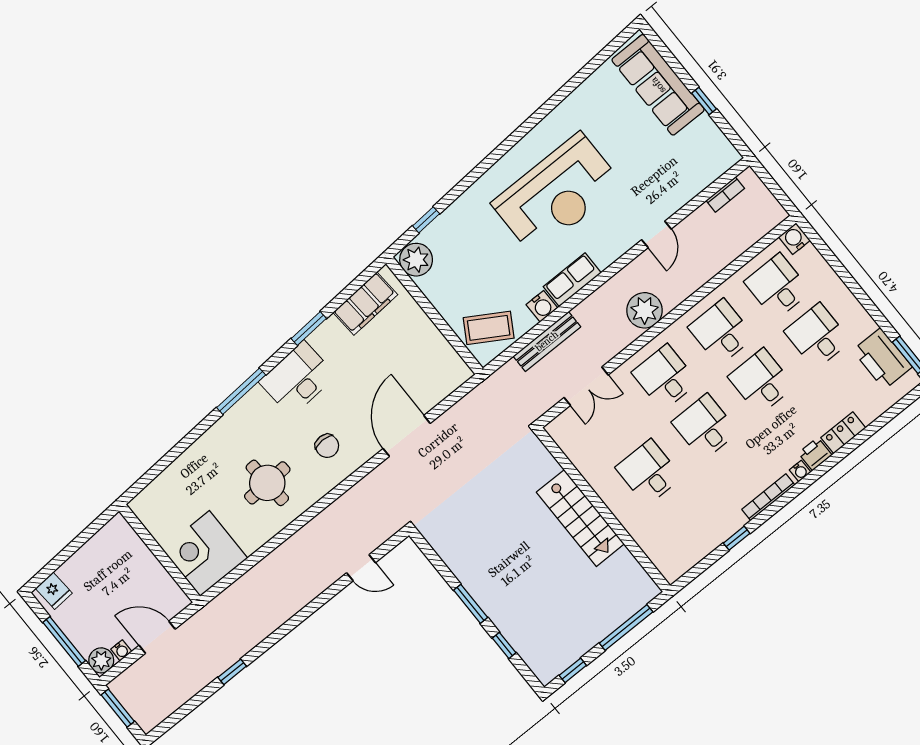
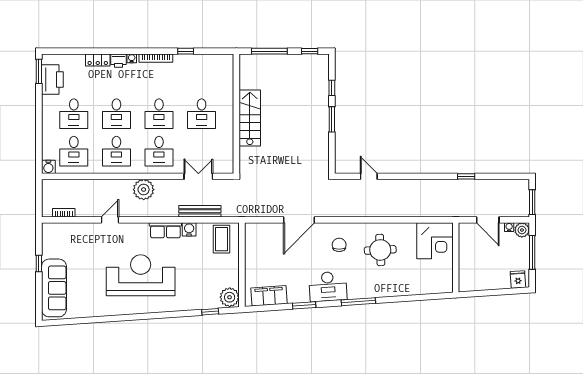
coffee table: (489, 328) -> (221, 239), turned 59

